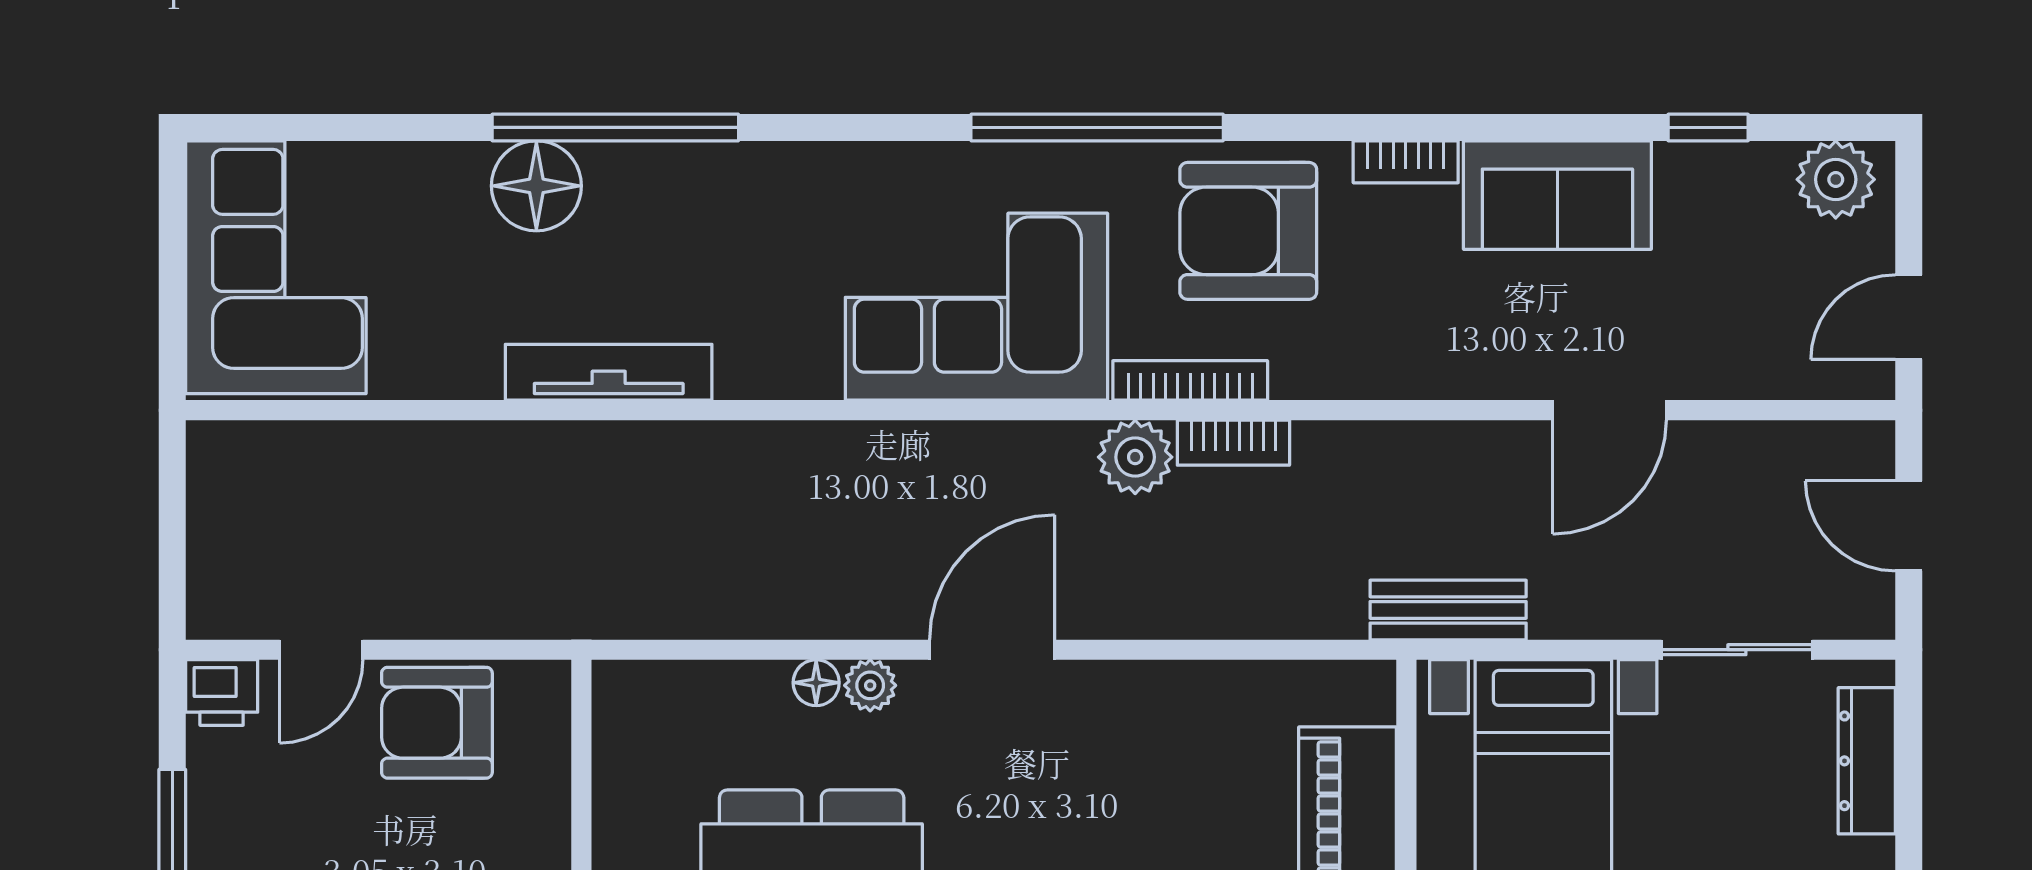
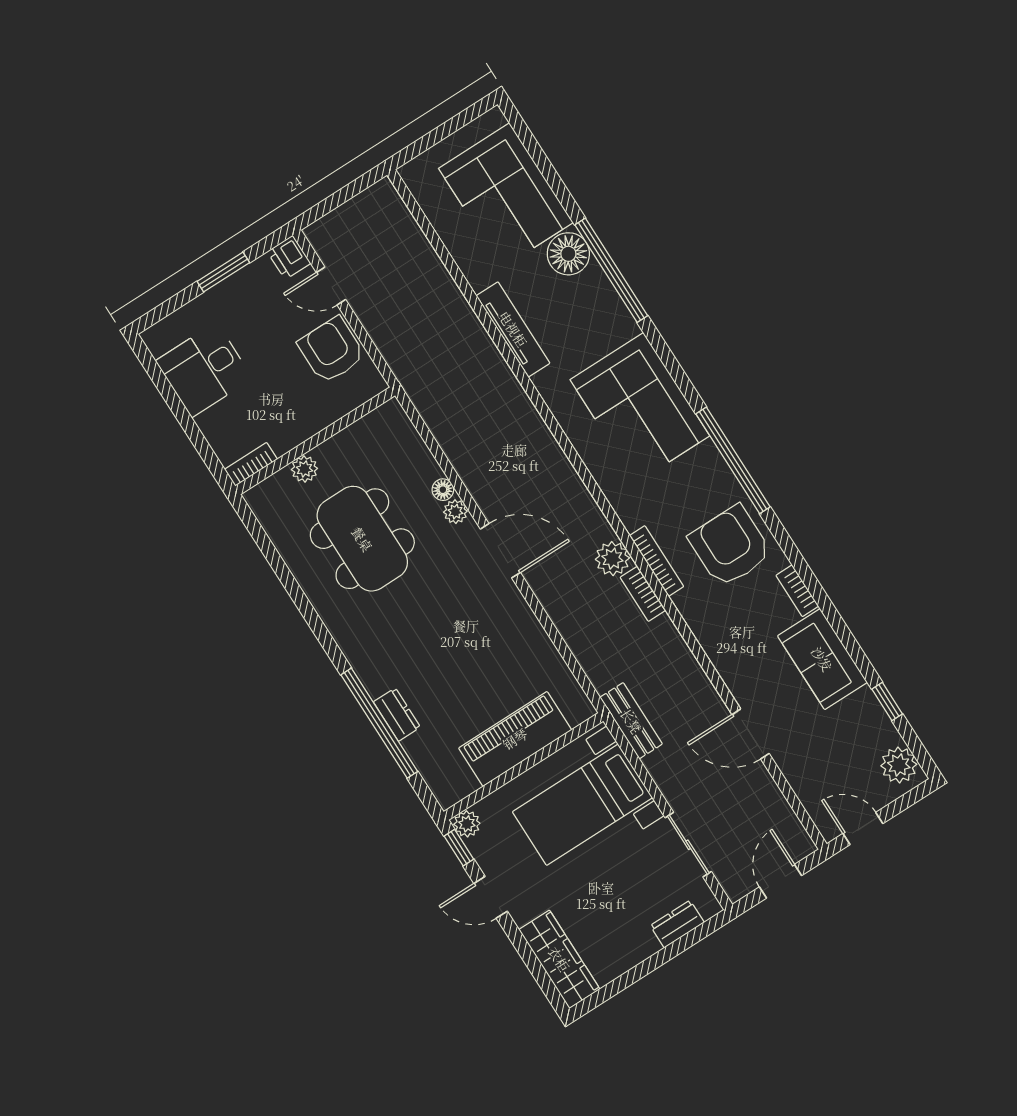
corner sofa: (276, 267) -> (506, 195), moved, turned 90
corner sofa: (976, 307) -> (640, 408), moved, turned 180
dresser: (1867, 761) -> (677, 924), width x0.70

